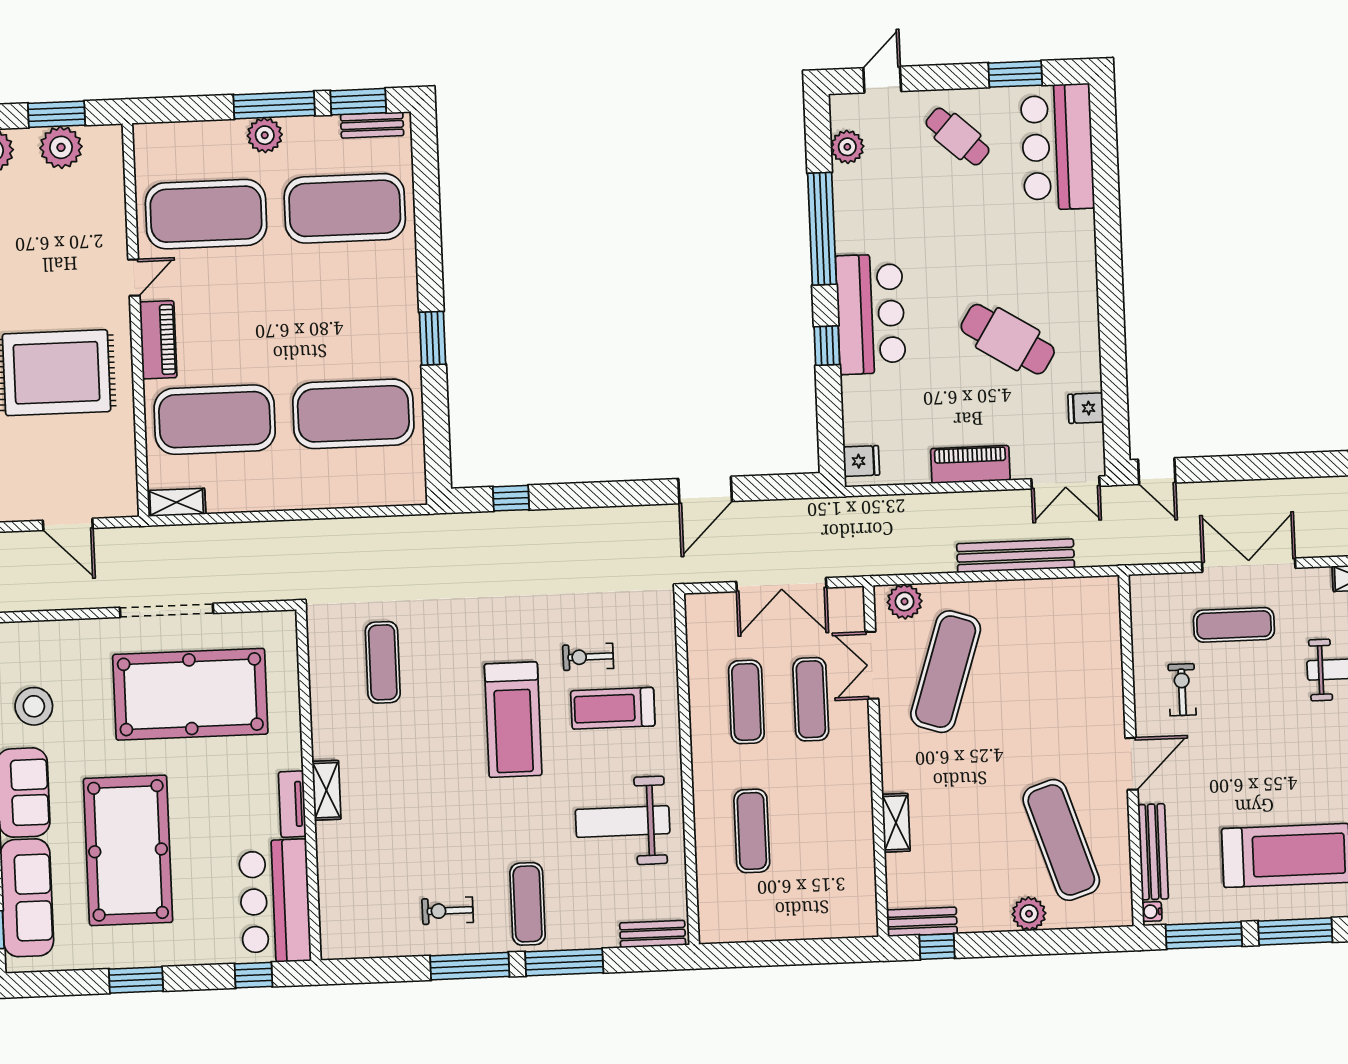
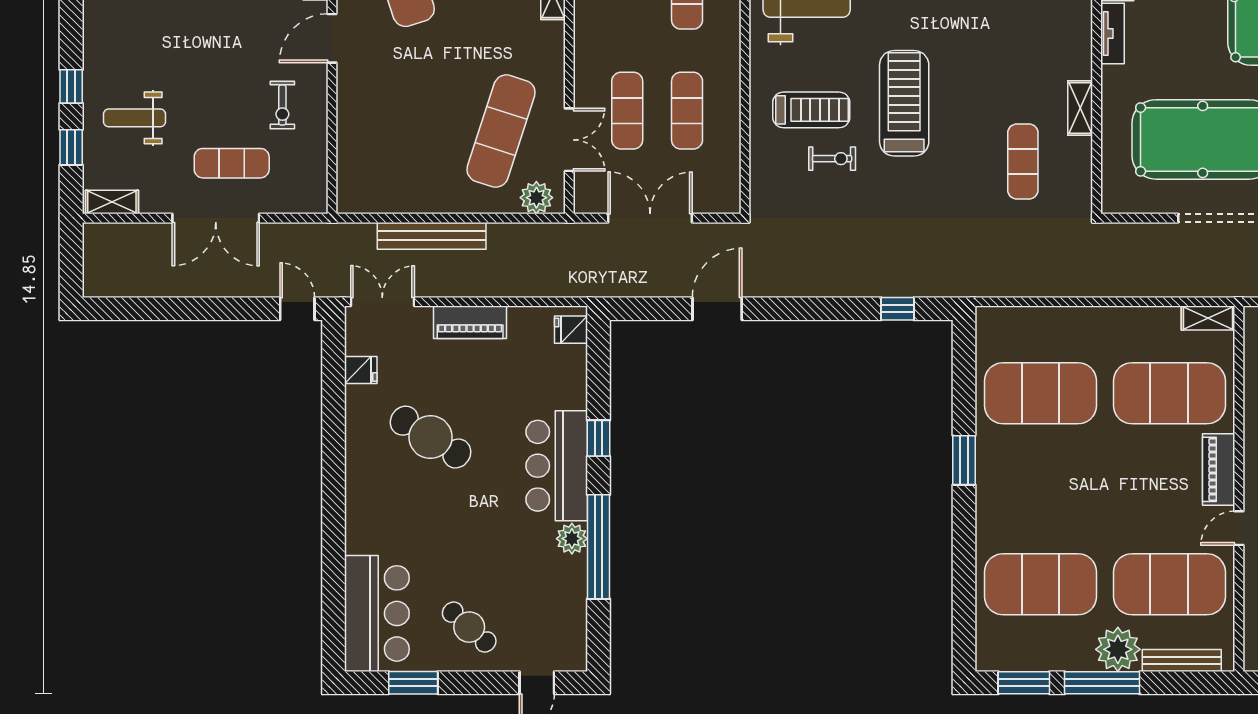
bench: (372, 125) -> (1182, 660), moved, width x1.36
plant: (265, 135) -> (1118, 649), width x1.36, depth x1.36
plant: (847, 147) -> (572, 539), moved
shelving: (326, 790) -> (1080, 108), moved

